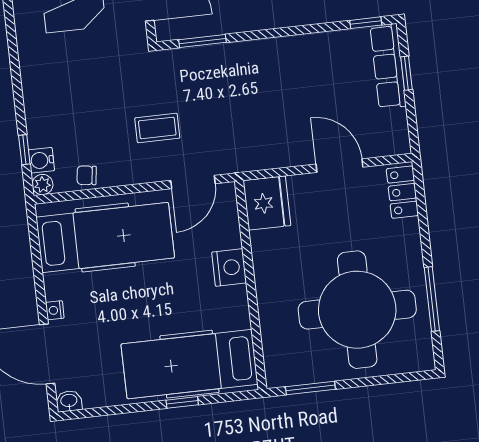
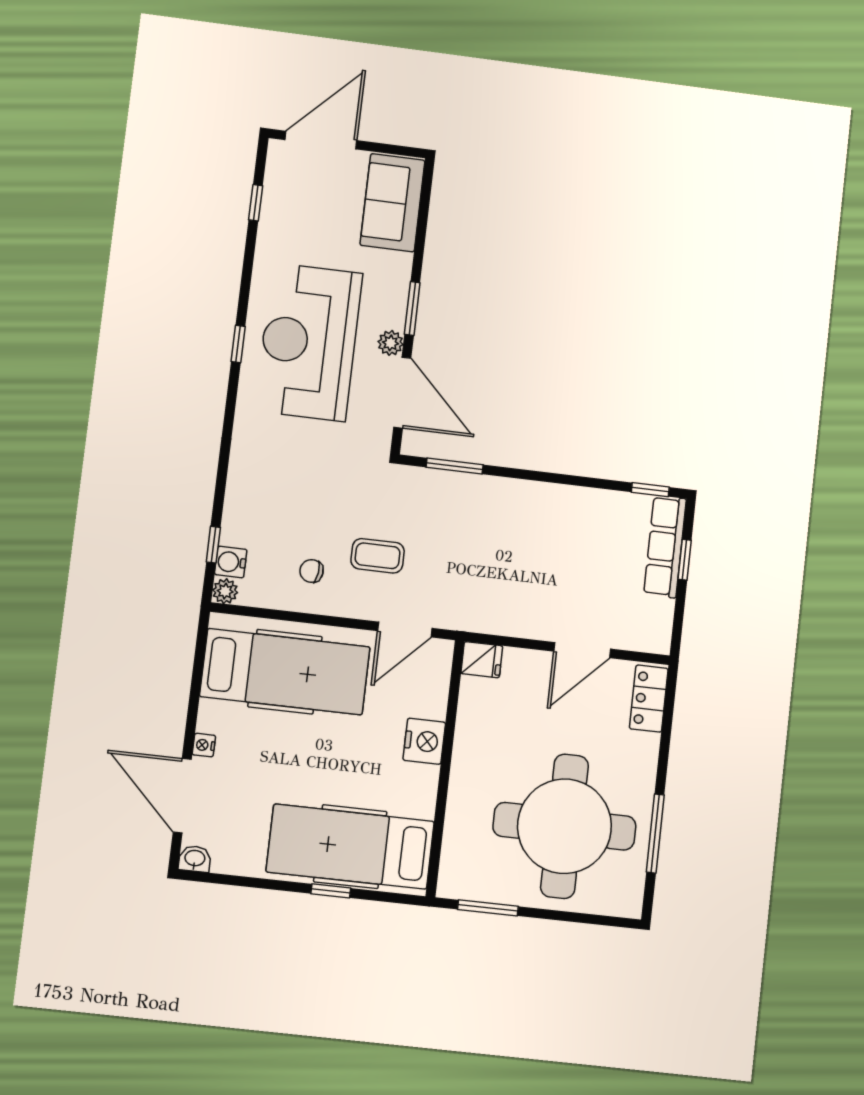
door: (340, 166) -> (582, 650), swing flipped
chair: (87, 175) -> (312, 571), moved
fridge: (267, 203) -> (482, 660), width x0.53, depth x0.75

